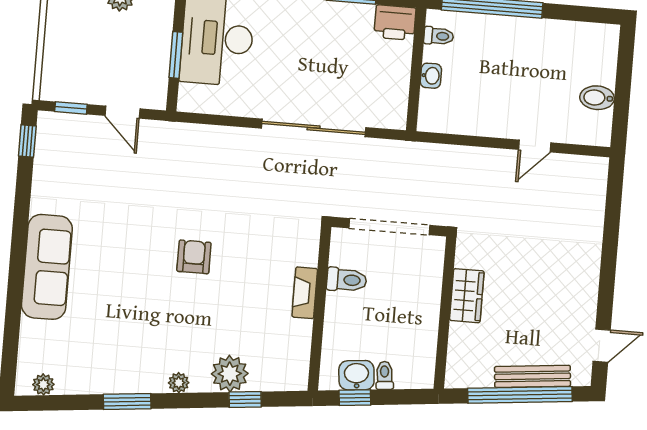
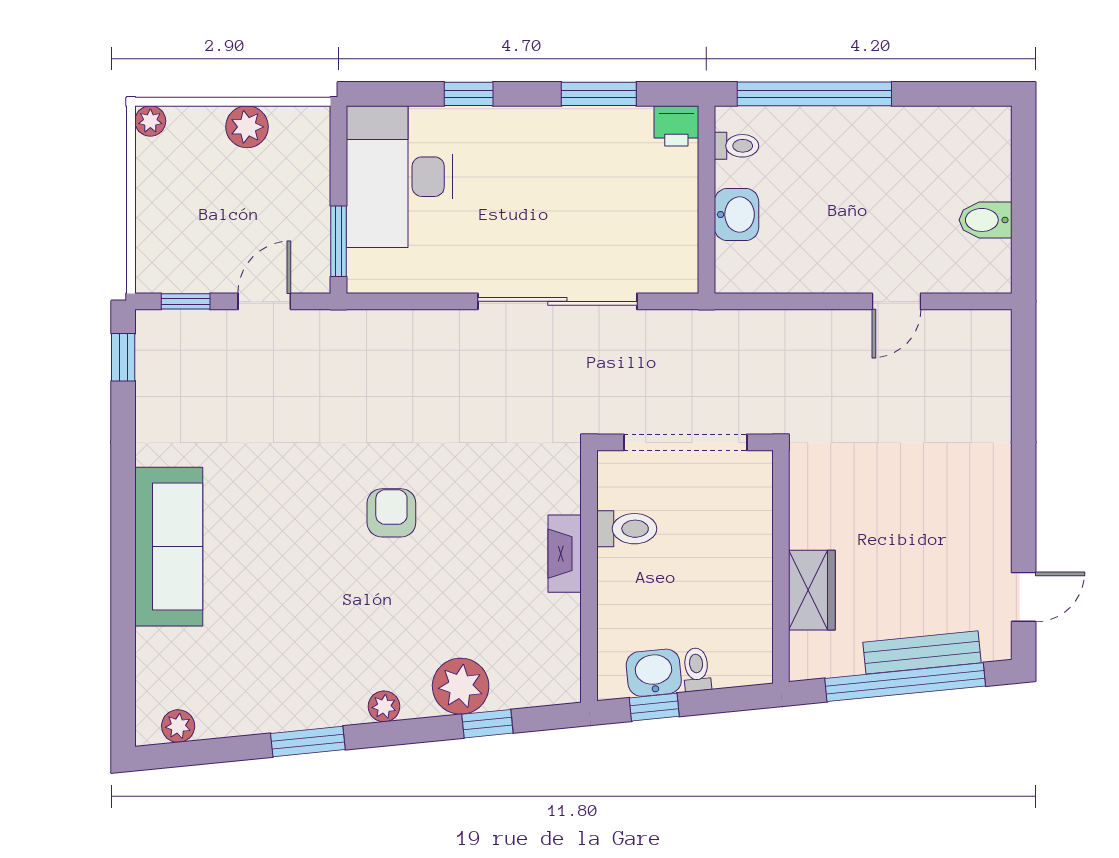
printer: (395, 23) -> (676, 126), width x0.73, depth x0.81
window: (176, 55) -> (339, 241), moved
washbasin: (431, 76) -> (736, 214), width x1.38, depth x1.45
door: (122, 112) -> (264, 301), swing flipped
wardrobe: (467, 296) -> (812, 590), moved

